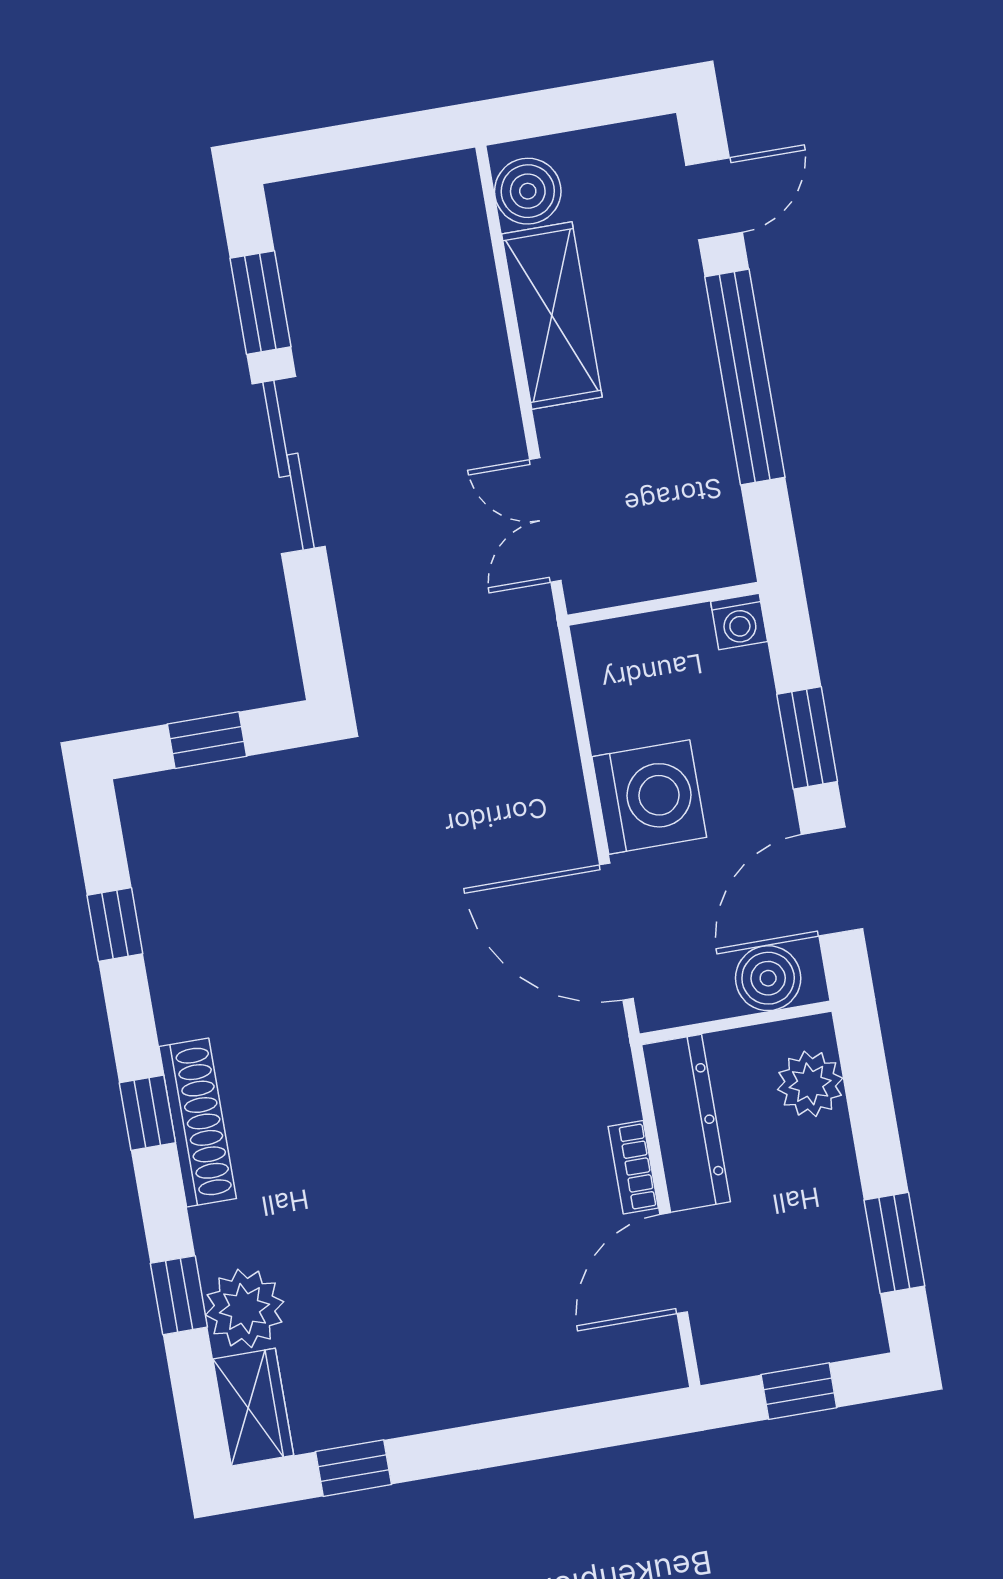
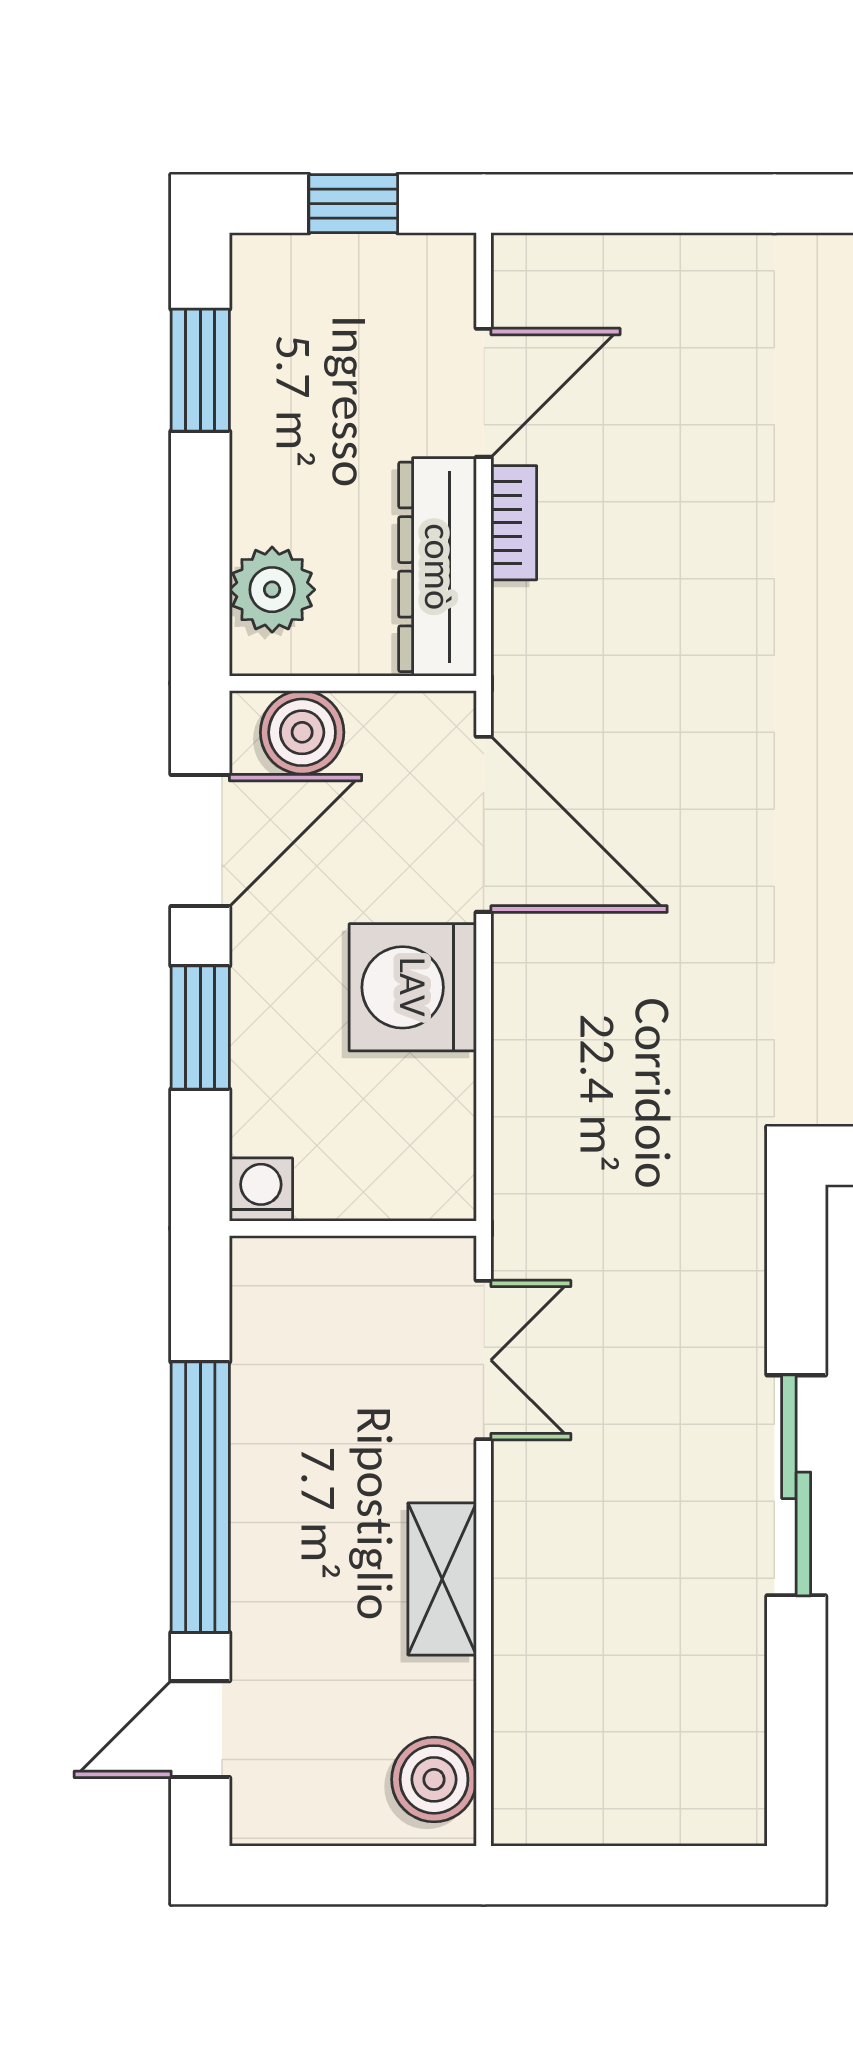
window: (260, 303) -> (796, 1697), removed
shelving: (552, 316) -> (442, 1579), width x0.67, depth x0.75

